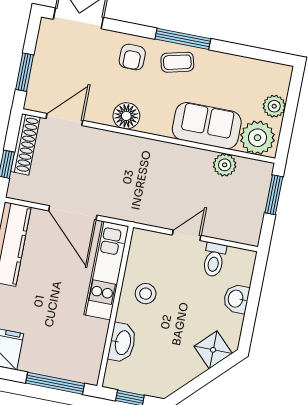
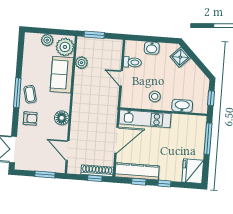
shoe rack: (25, 144) -> (97, 171), moved

